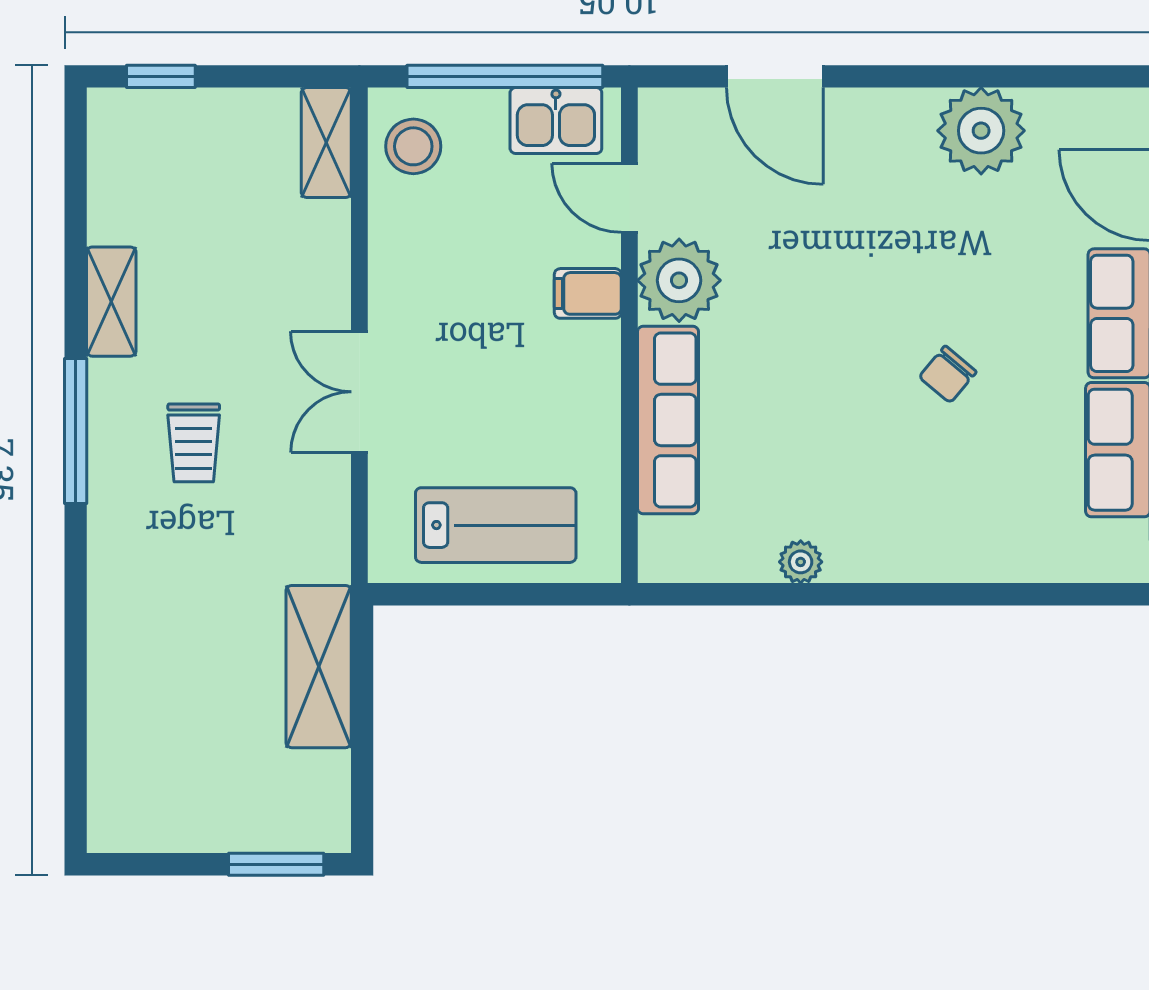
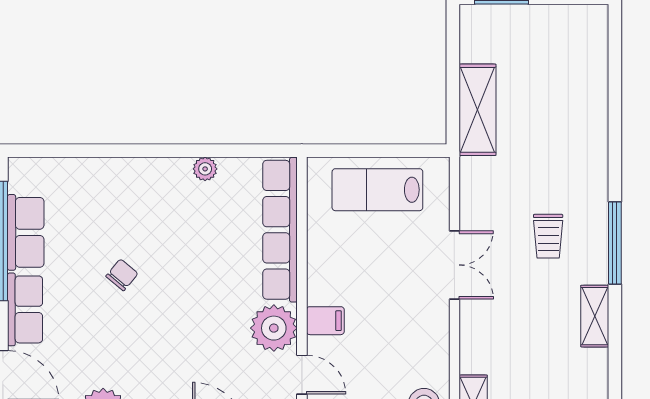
row of seats: (668, 420) -> (280, 230), width x1.36
trolley: (194, 443) -> (548, 236), turned 180

